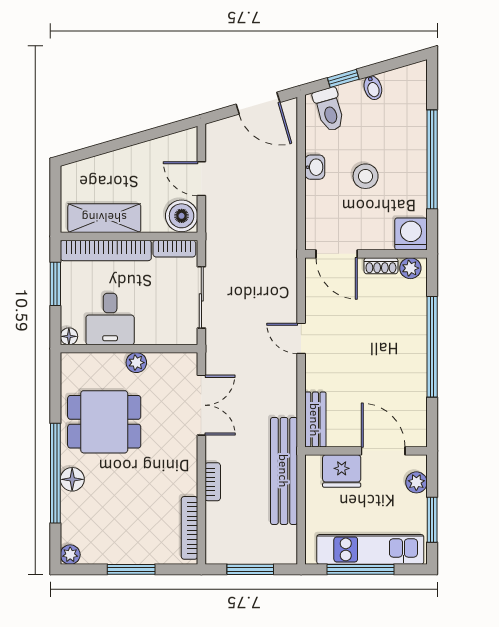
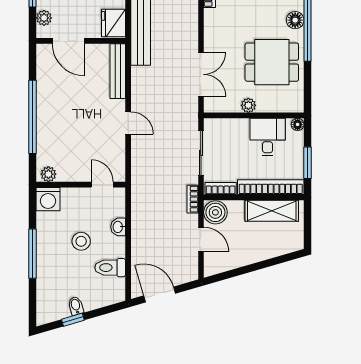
window: (343, 78) -> (73, 320), moved
toilet: (329, 109) -> (110, 268), moved, turned -74
window: (432, 159) -> (33, 254), width x0.68
washbasin: (315, 167) -> (118, 227), moved
door: (337, 254) -> (102, 185), width x0.73
shoe rack: (381, 266) -> (70, 176), removed
double door: (201, 405) -> (201, 74), swing flipped
bench: (315, 420) -> (118, 71), width x1.36
fridge: (342, 471) -> (114, 23), moved, turned -90
bookcase: (213, 482) -> (193, 199), moved

